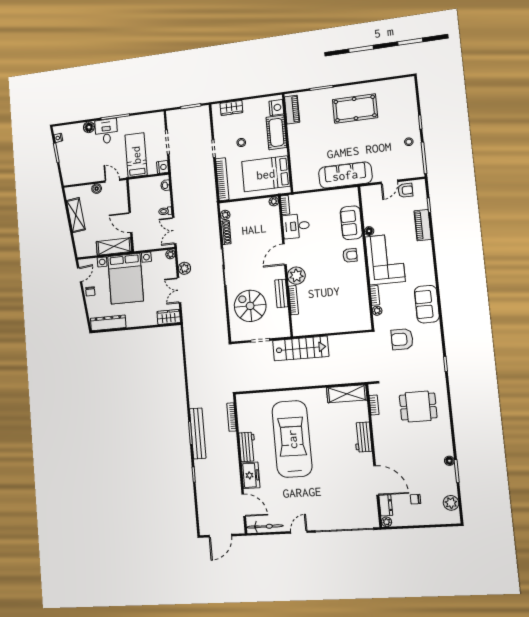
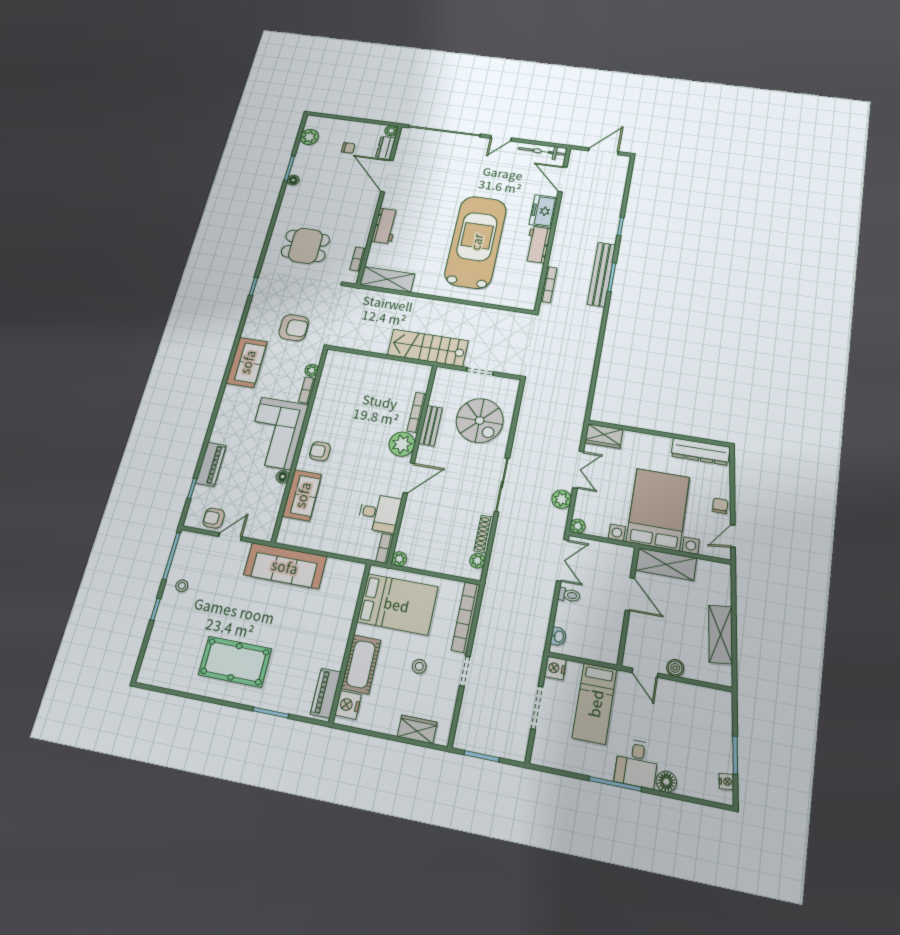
car: (292, 439) -> (476, 242), turned 180

